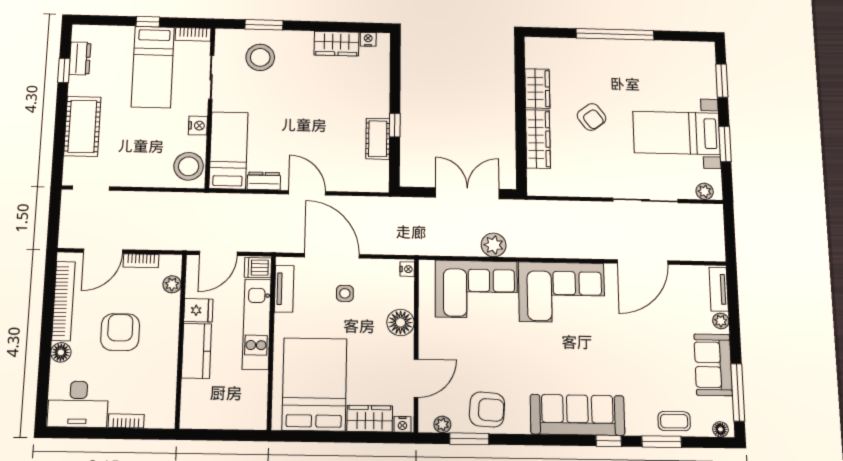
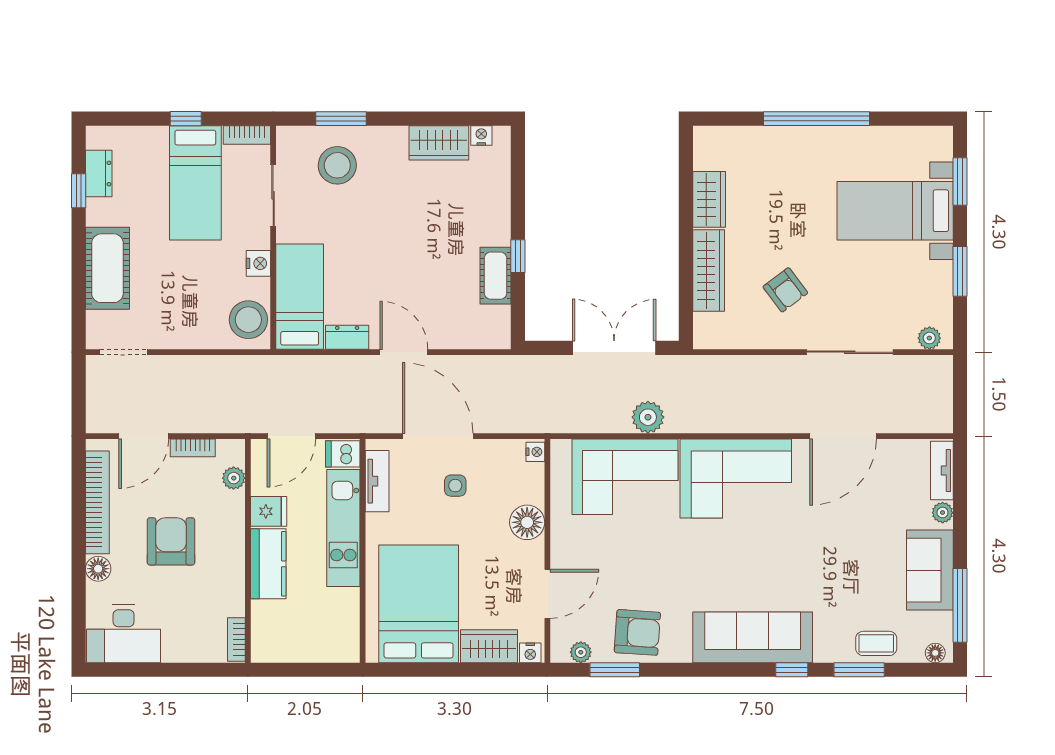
armchair: (592, 117) -> (785, 290), moved
bed with nightstands: (676, 133) -> (895, 211), moved
bookcase: (126, 421) -> (236, 639), moved, turned -90

